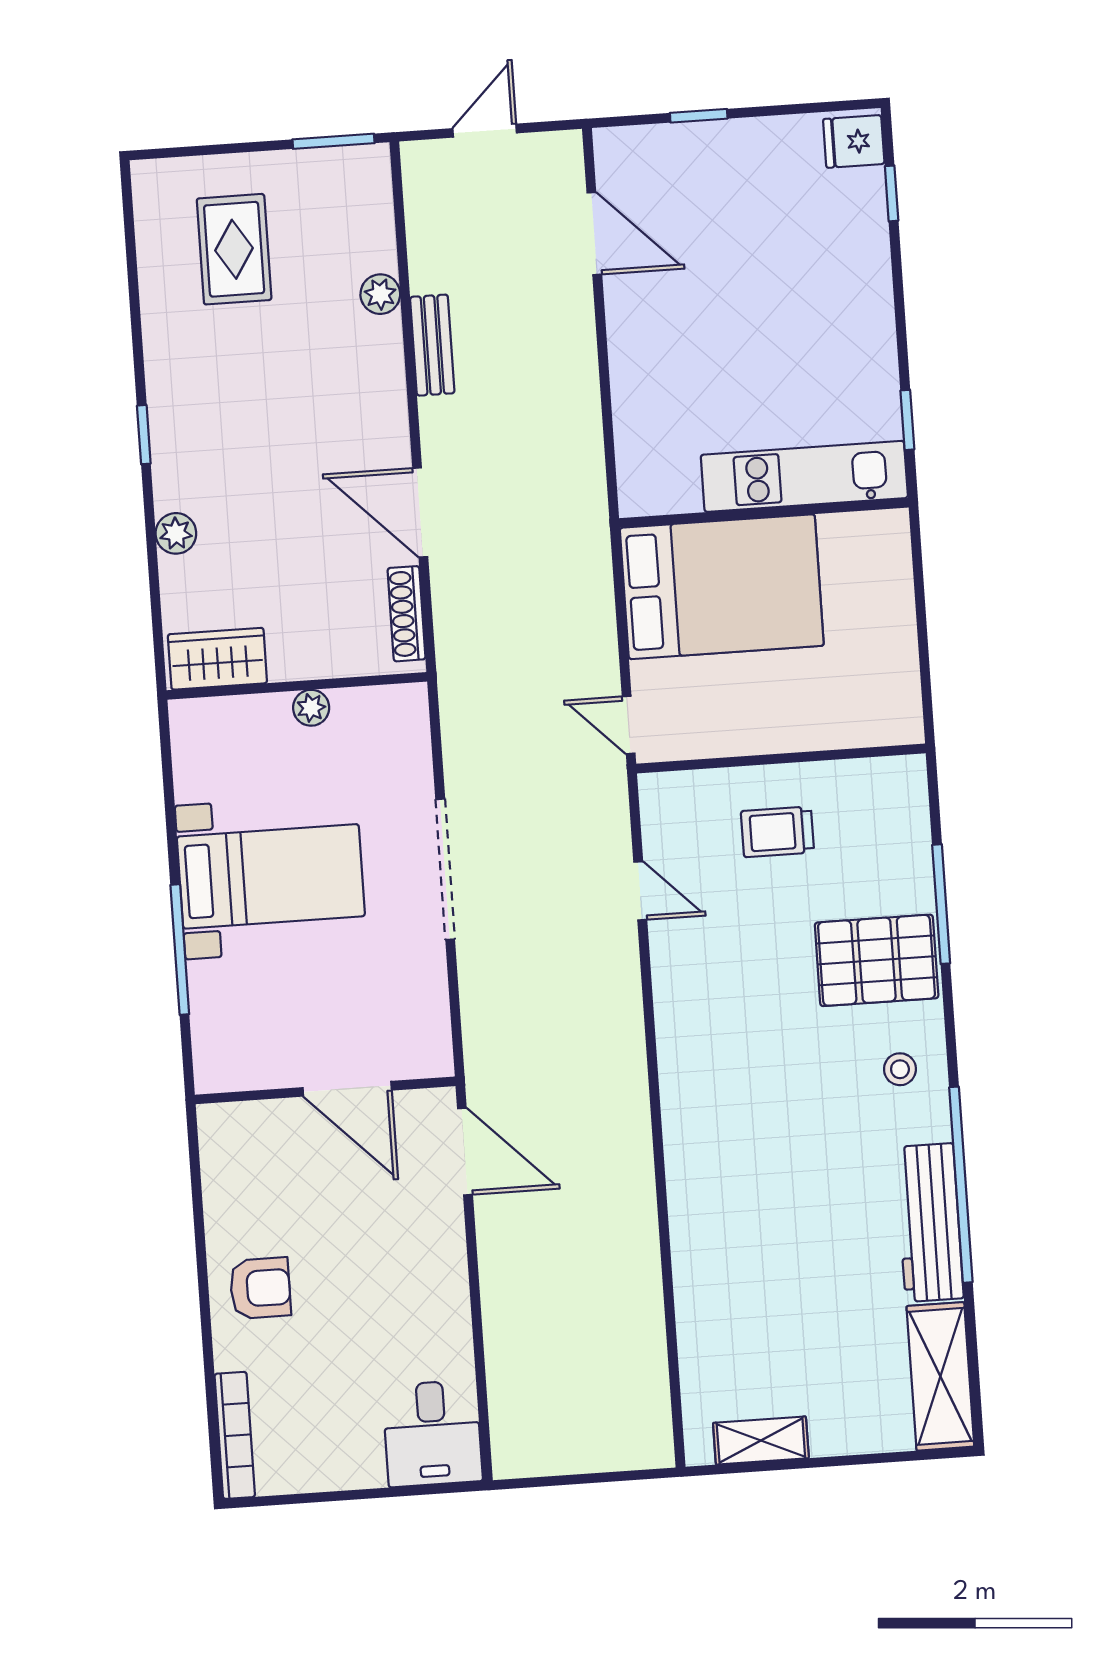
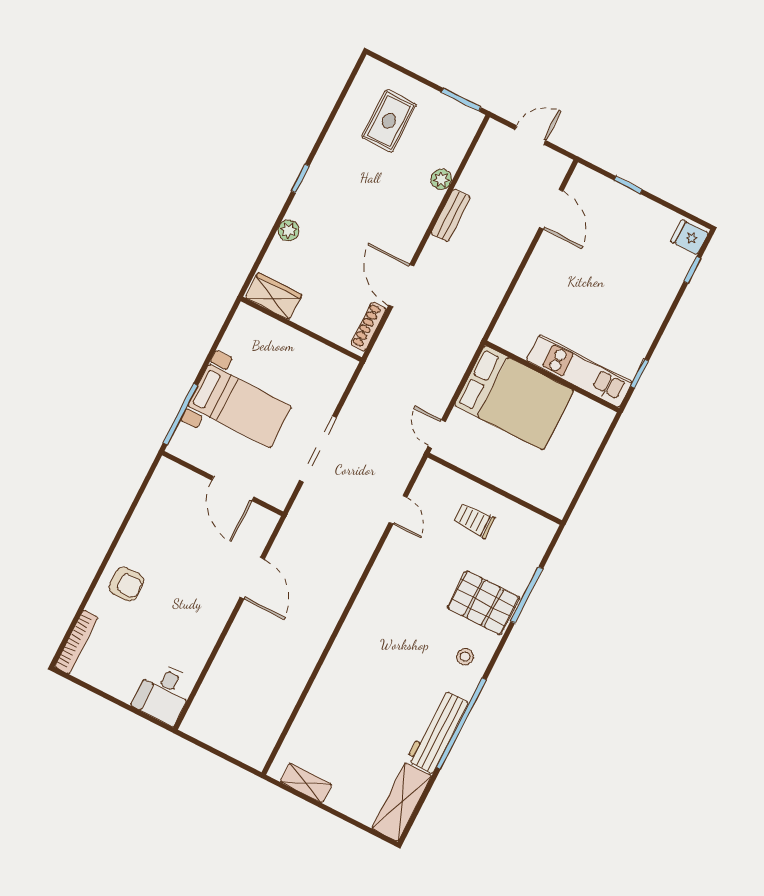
plant: (311, 708) -> (302, 343), removed
door: (347, 1089) -> (233, 489), moved
wall: (325, 1090) -> (223, 483), moved

